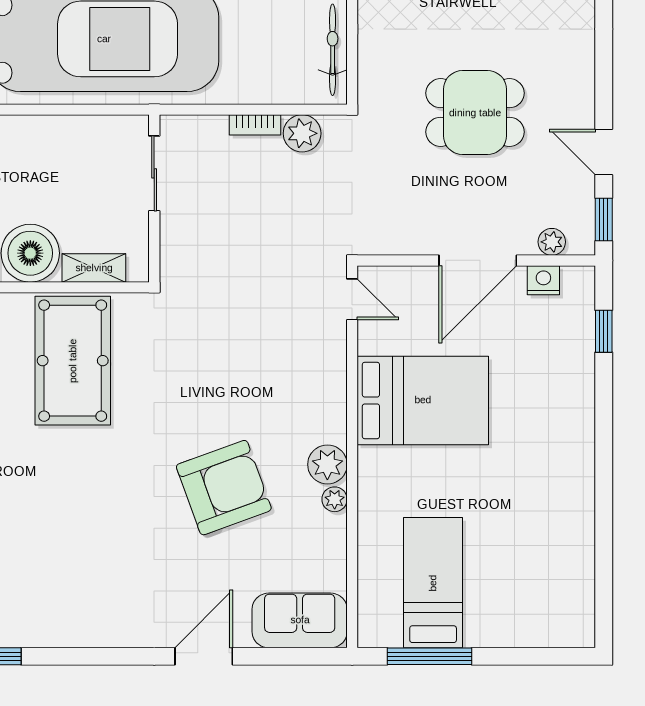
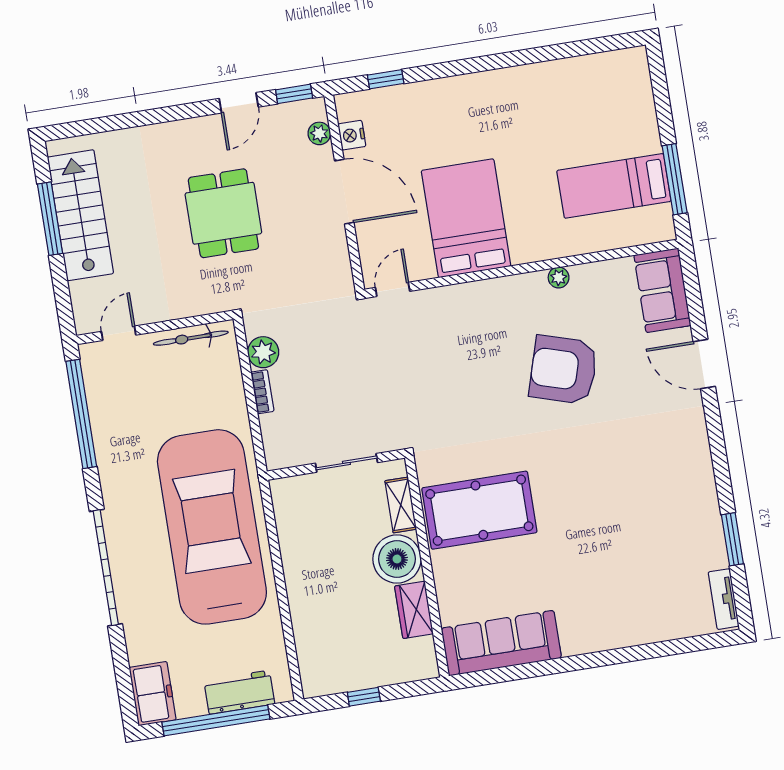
sliding door: (154, 173) -> (346, 463), moved
plant: (327, 464) -> (531, 288), removed
armchair: (224, 488) -> (563, 370), turned -53

